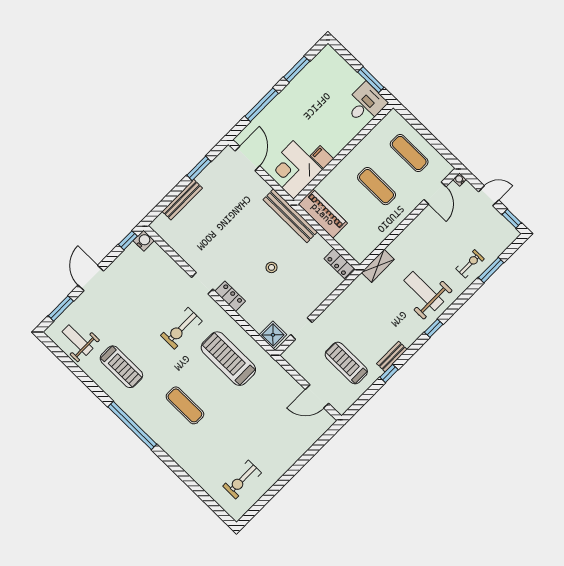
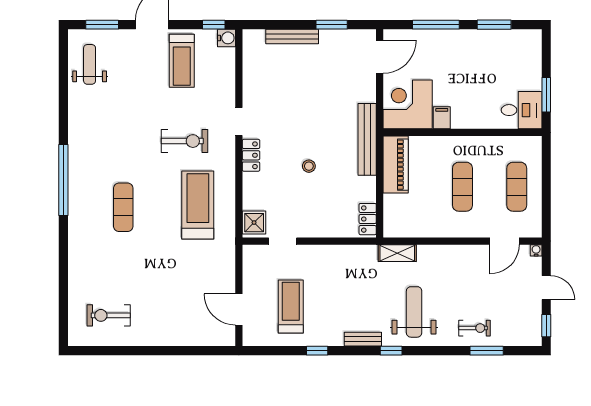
exercise bike: (181, 328) -> (184, 141), turned 180
bench: (392, 357) -> (363, 339), moved
treadmill: (121, 367) -> (182, 61), moved

